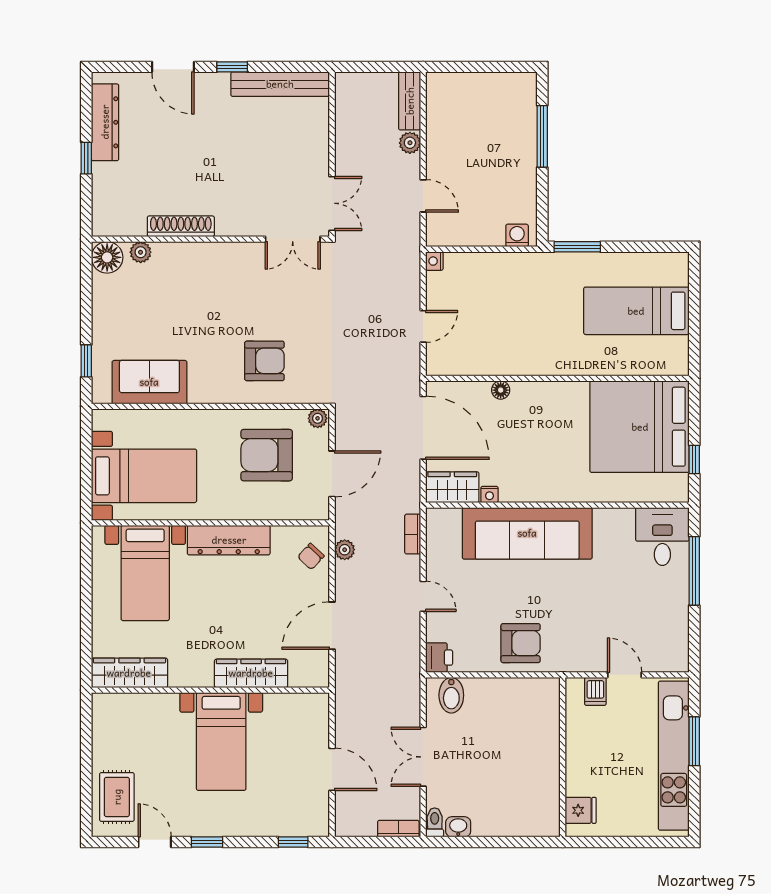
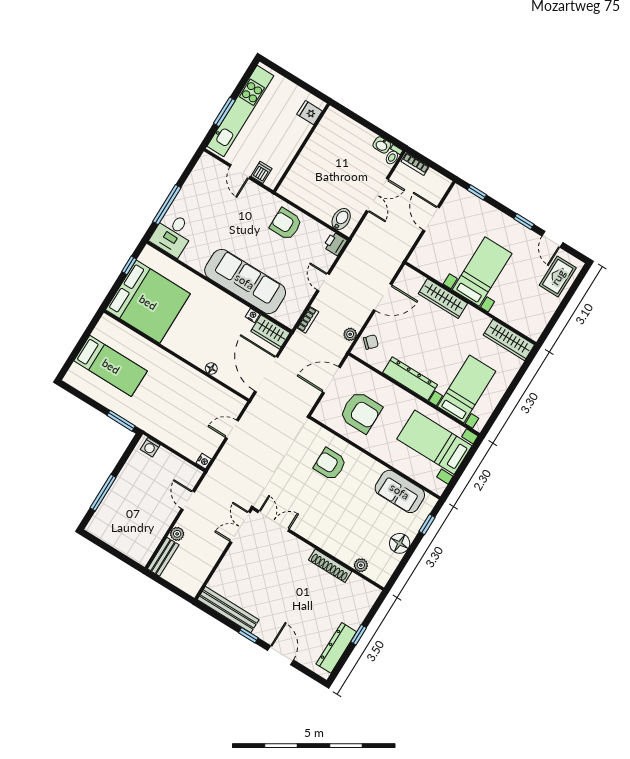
floor lamp: (107, 257) -> (400, 543), moved
plant: (318, 418) -> (321, 415), removed

